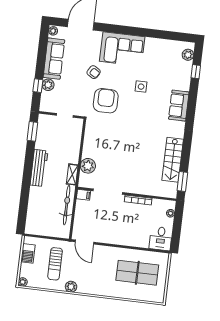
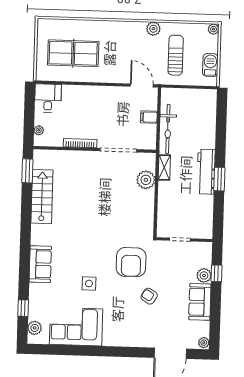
corner sofa: (122, 49) -> (76, 327), moved
sofa: (54, 59) -> (200, 302), width x0.73
window: (32, 131) -> (219, 179), moved
filing cabinet: (83, 195) -> (149, 117), moved

